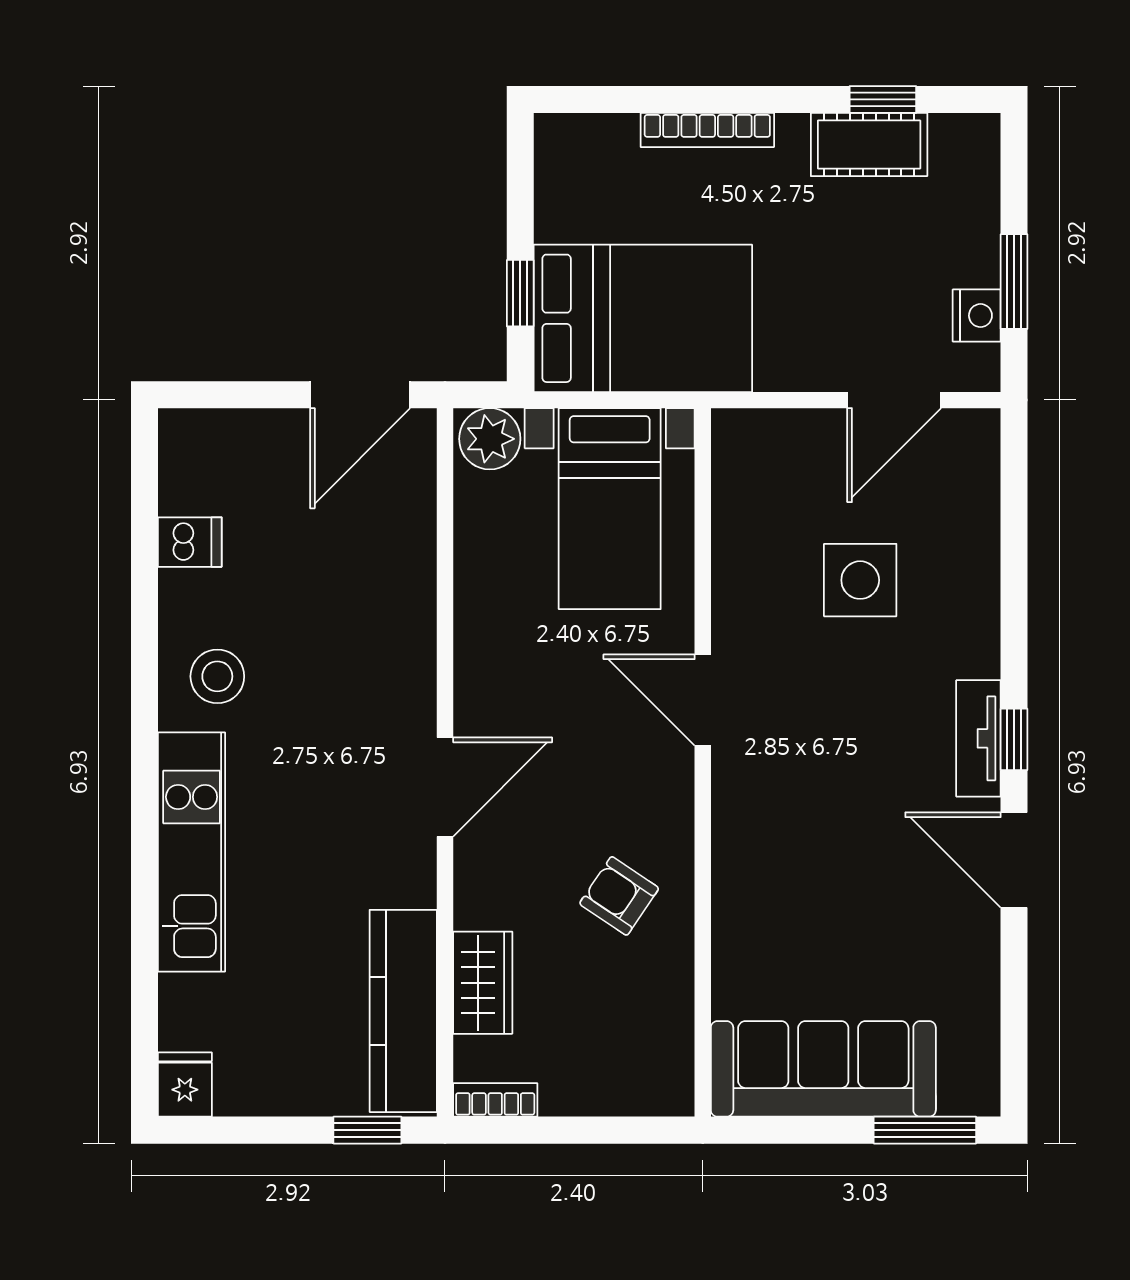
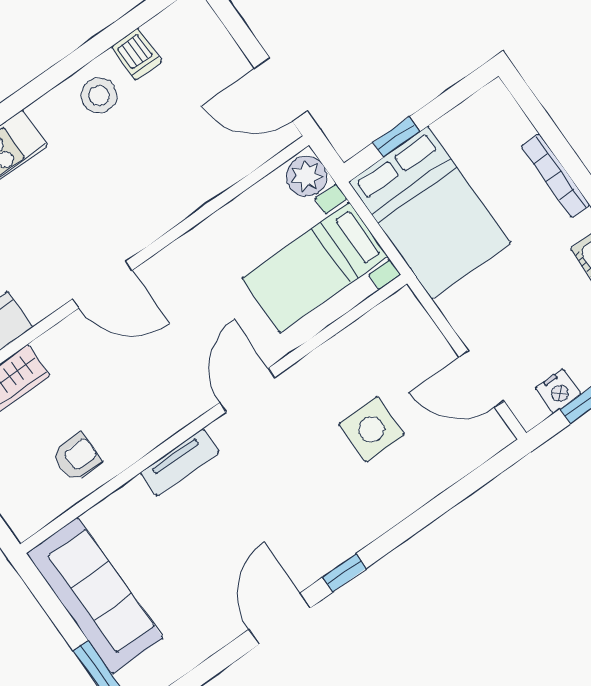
stool: (217, 676) -> (99, 95), moved
tv unit: (978, 738) -> (180, 462), moved, turned 180
armchair: (619, 896) -> (76, 457), moved, turned 56

